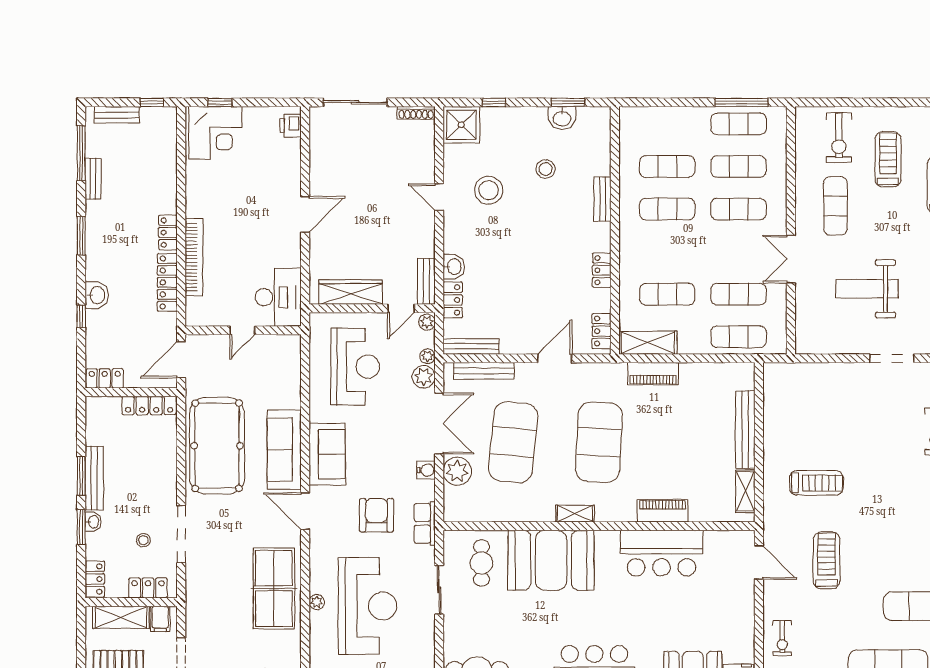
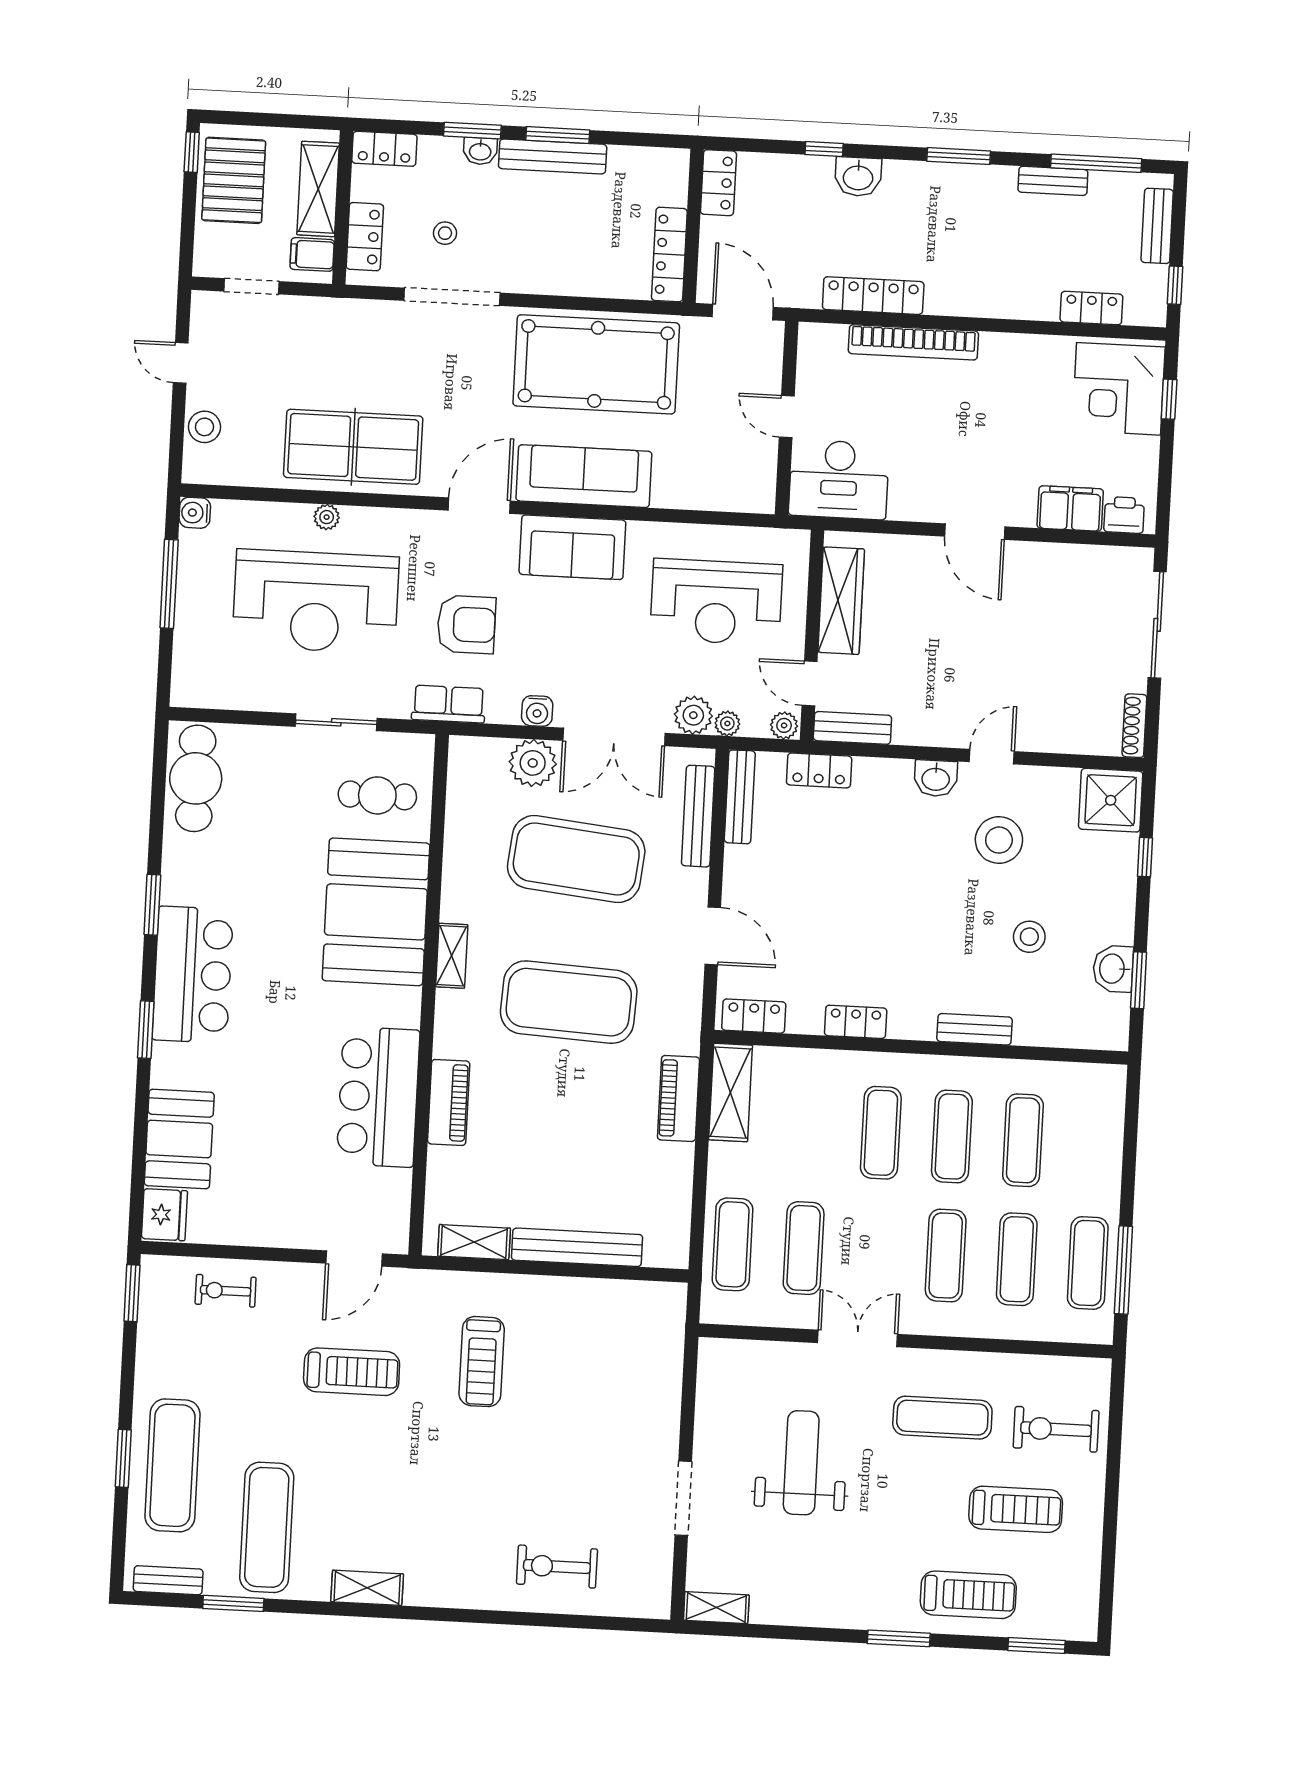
filing cabinet: (288, 158) -> (1070, 508), added
locker: (168, 233) -> (1091, 308), moved
washbasin: (454, 267) -> (936, 778), moved
exercise mat: (667, 294) -> (881, 1133), moved

